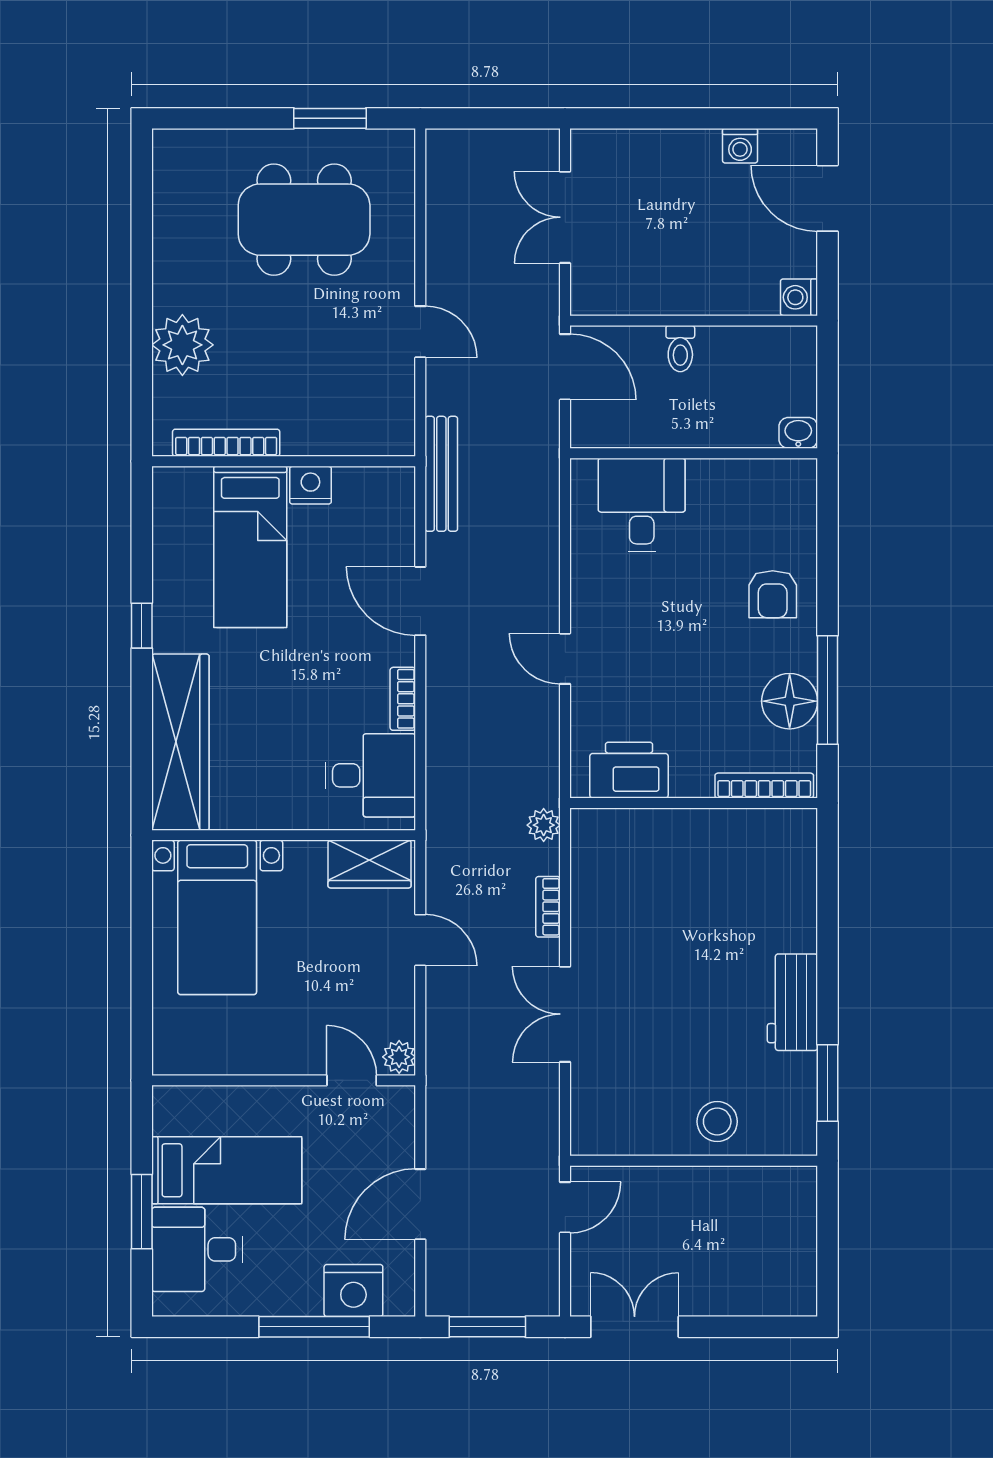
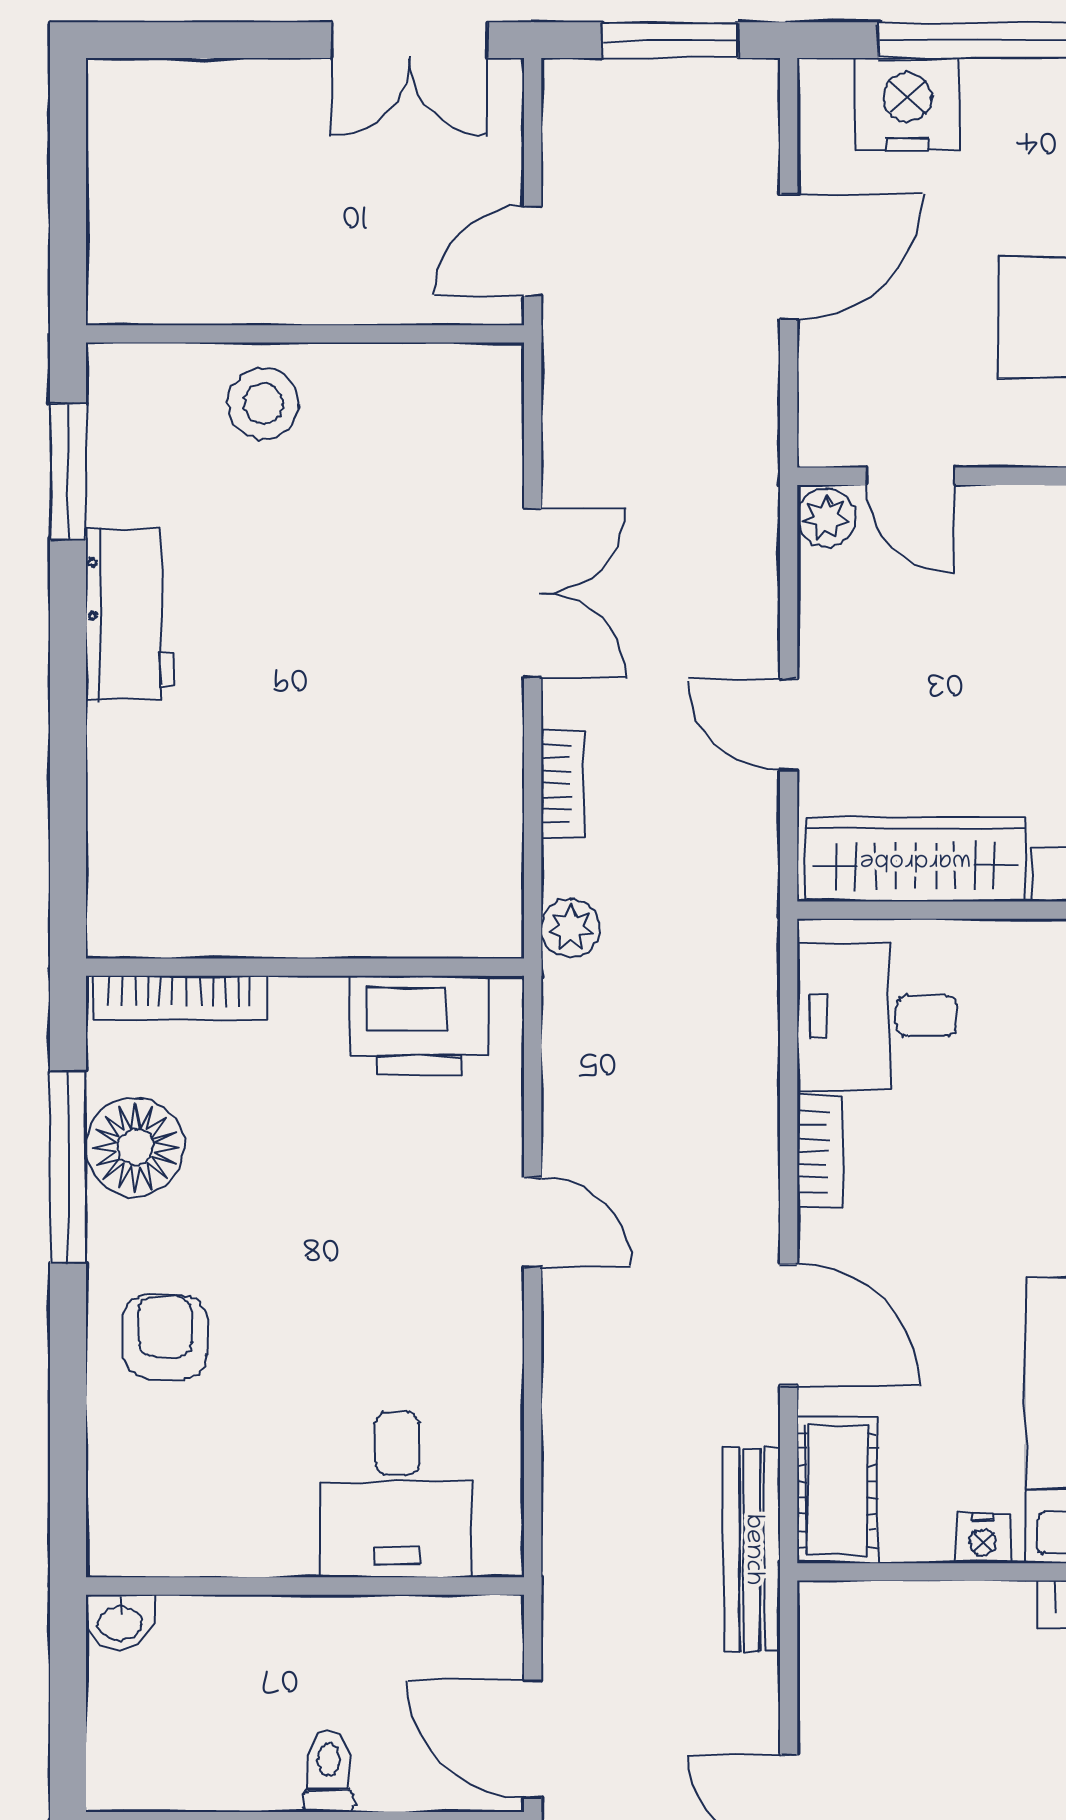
nightstand: (310, 485) -> (983, 1538), width x0.72, depth x0.74
cot: (393, 508) -> (837, 1490), added
wardrobe: (370, 864) -> (915, 859), width x1.50

